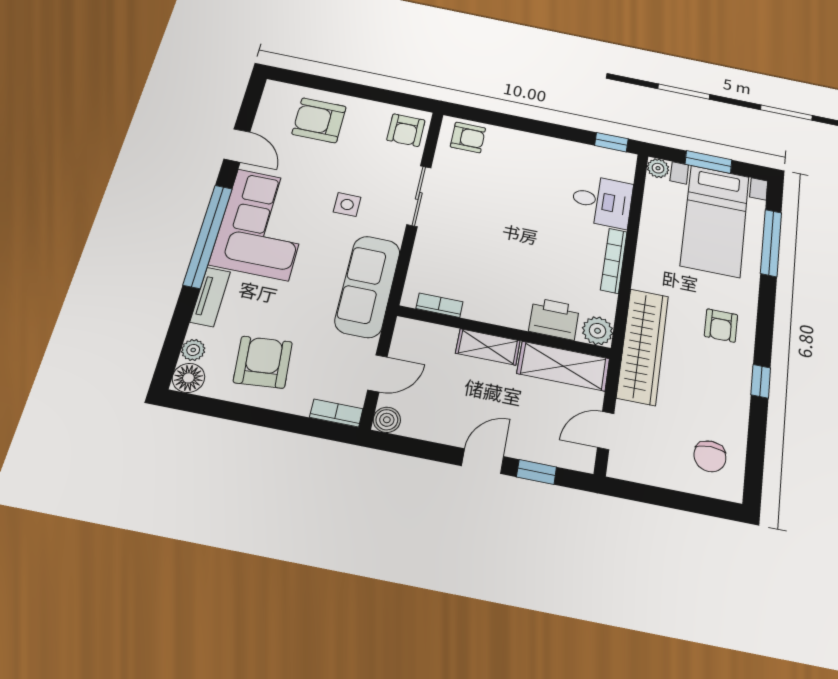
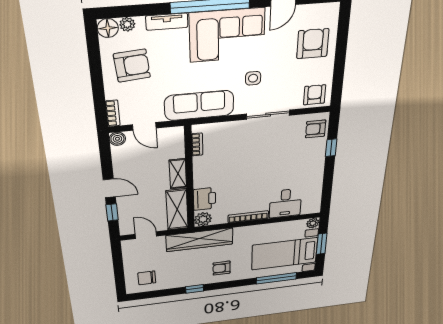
armchair: (406, 130) -> (315, 95), turned 90
armchair: (468, 137) -> (316, 129), turned 90
window: (611, 142) -> (331, 148), moved

